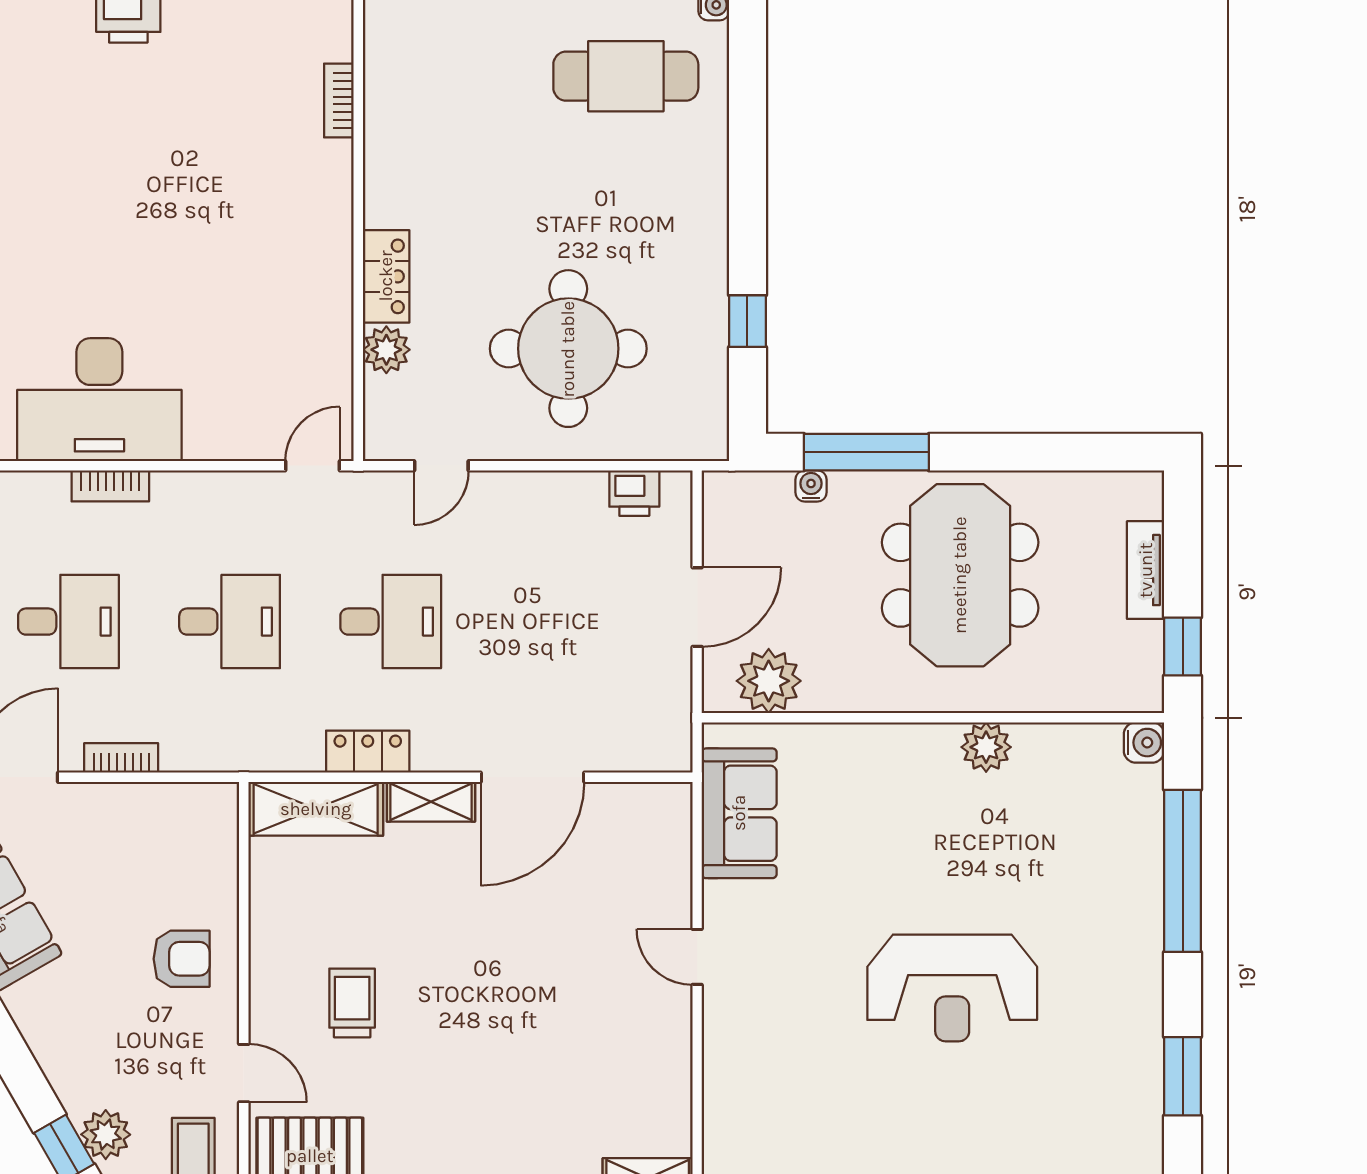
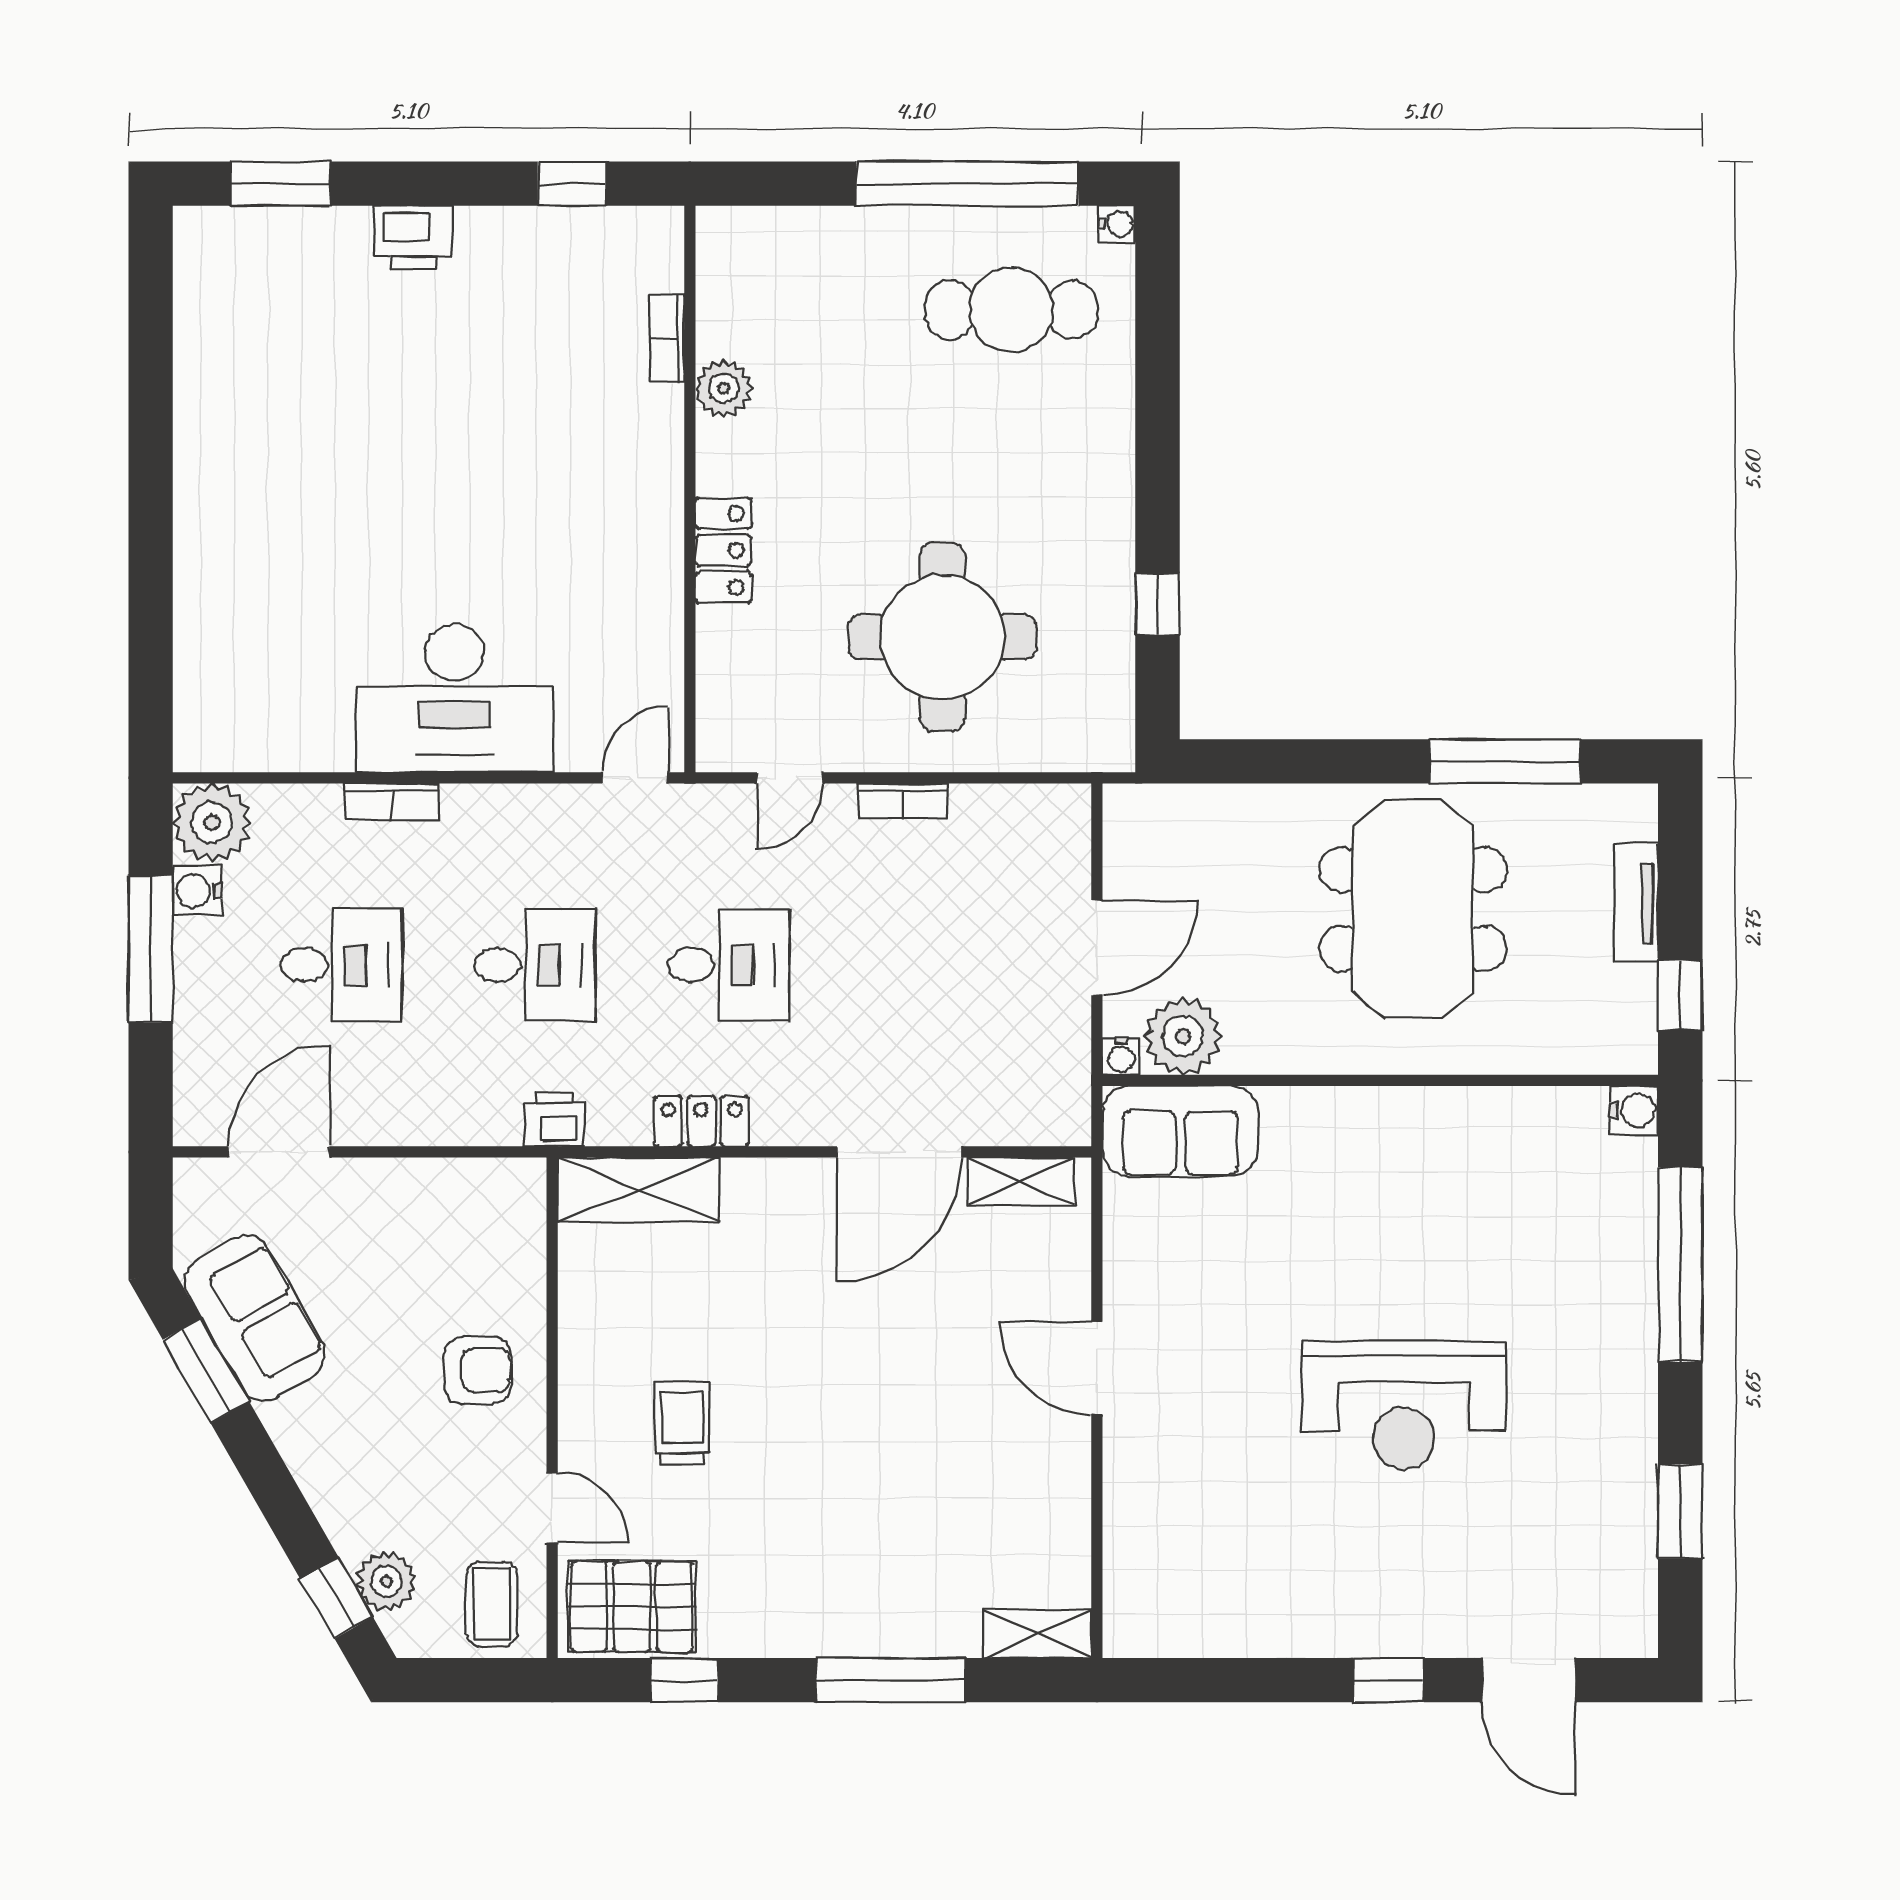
plant: (386, 350) -> (724, 388), moved
desk: (99, 400) -> (454, 698), moved
window: (866, 452) -> (1505, 761), moved
water cooler: (811, 486) -> (1121, 1056), moved, turned 180
printer: (634, 493) -> (554, 1119), moved, turned 180
plant: (986, 747) -> (1444, 1116), removed
bookcase: (121, 758) -> (903, 801), moved, turned 180
shelving: (431, 802) -> (1021, 1181), moved
sofa: (739, 813) -> (1180, 1131), moved, turned 90
door: (697, 957) -> (1097, 1368), width x1.38

